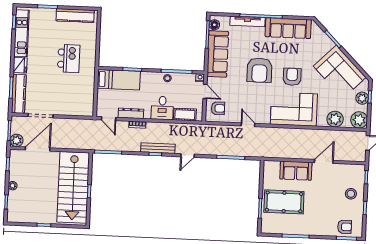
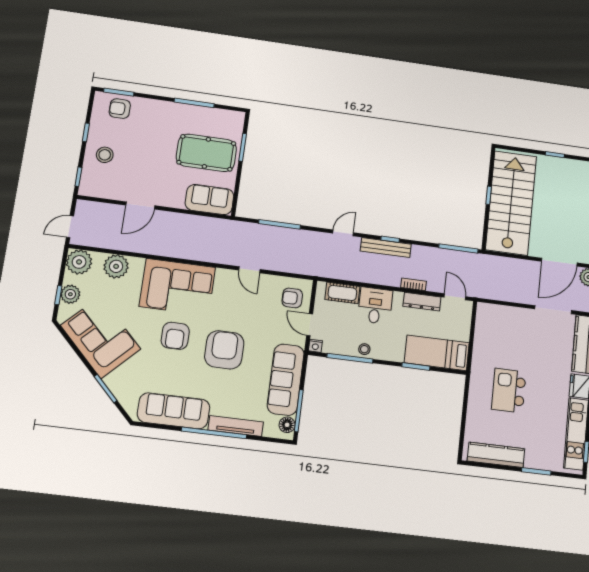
sofa: (296, 171) -> (209, 200), moved

